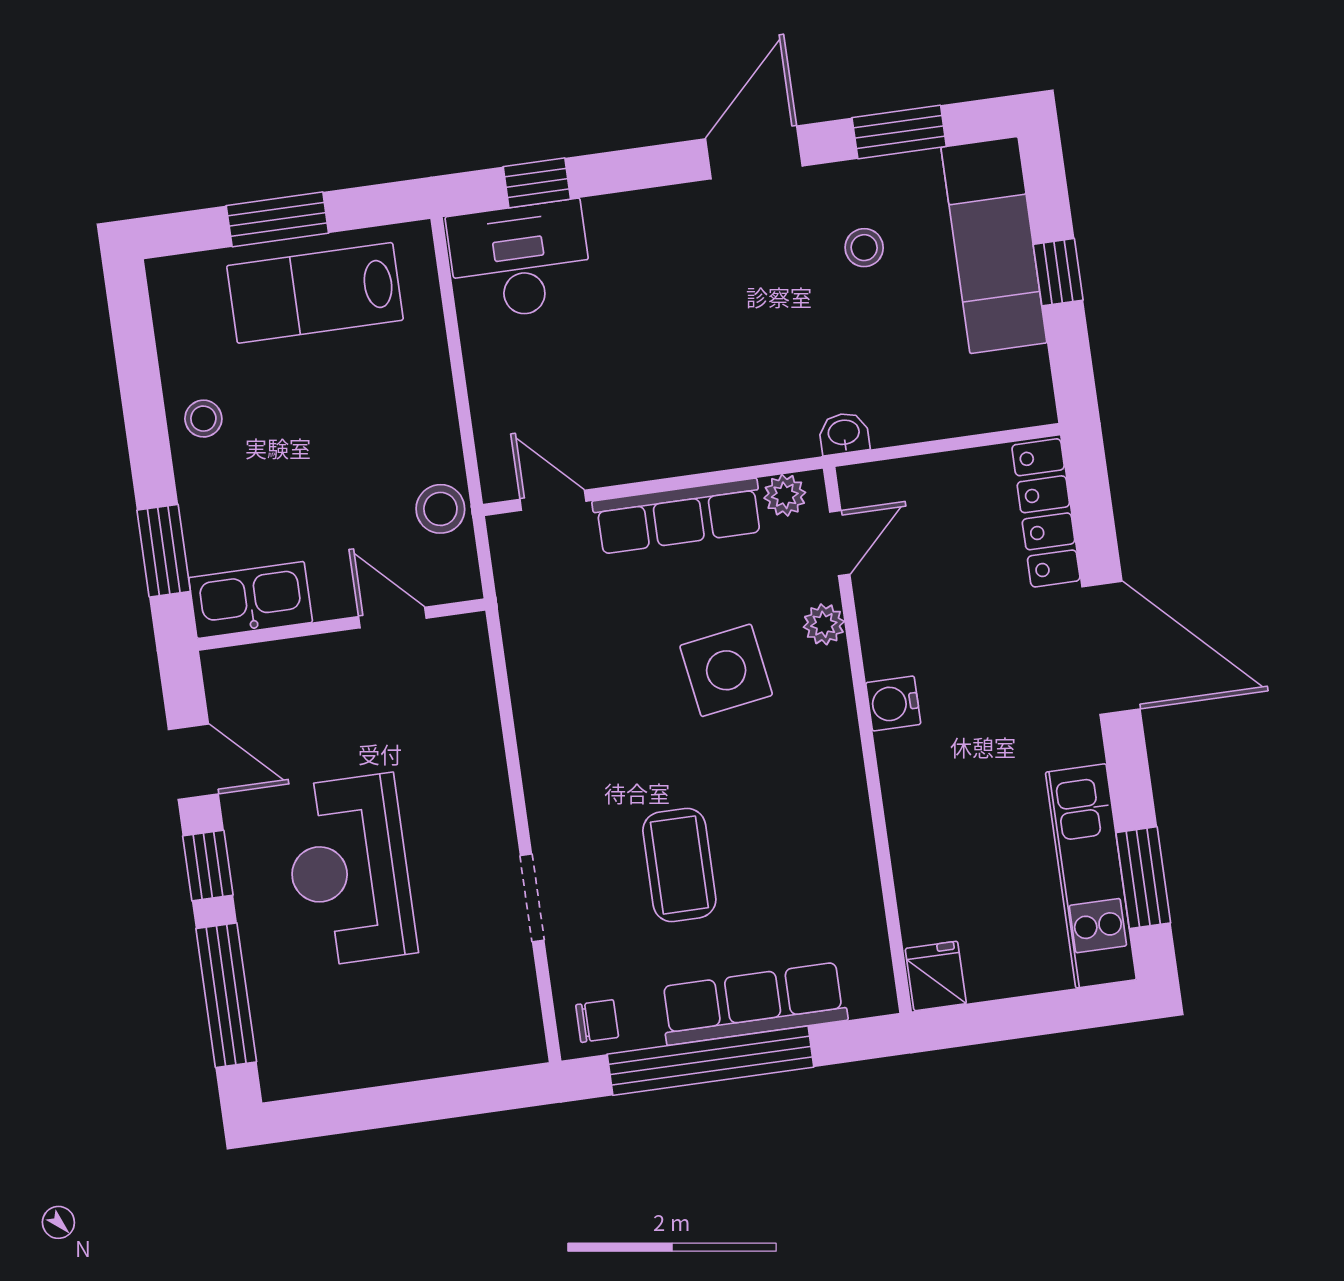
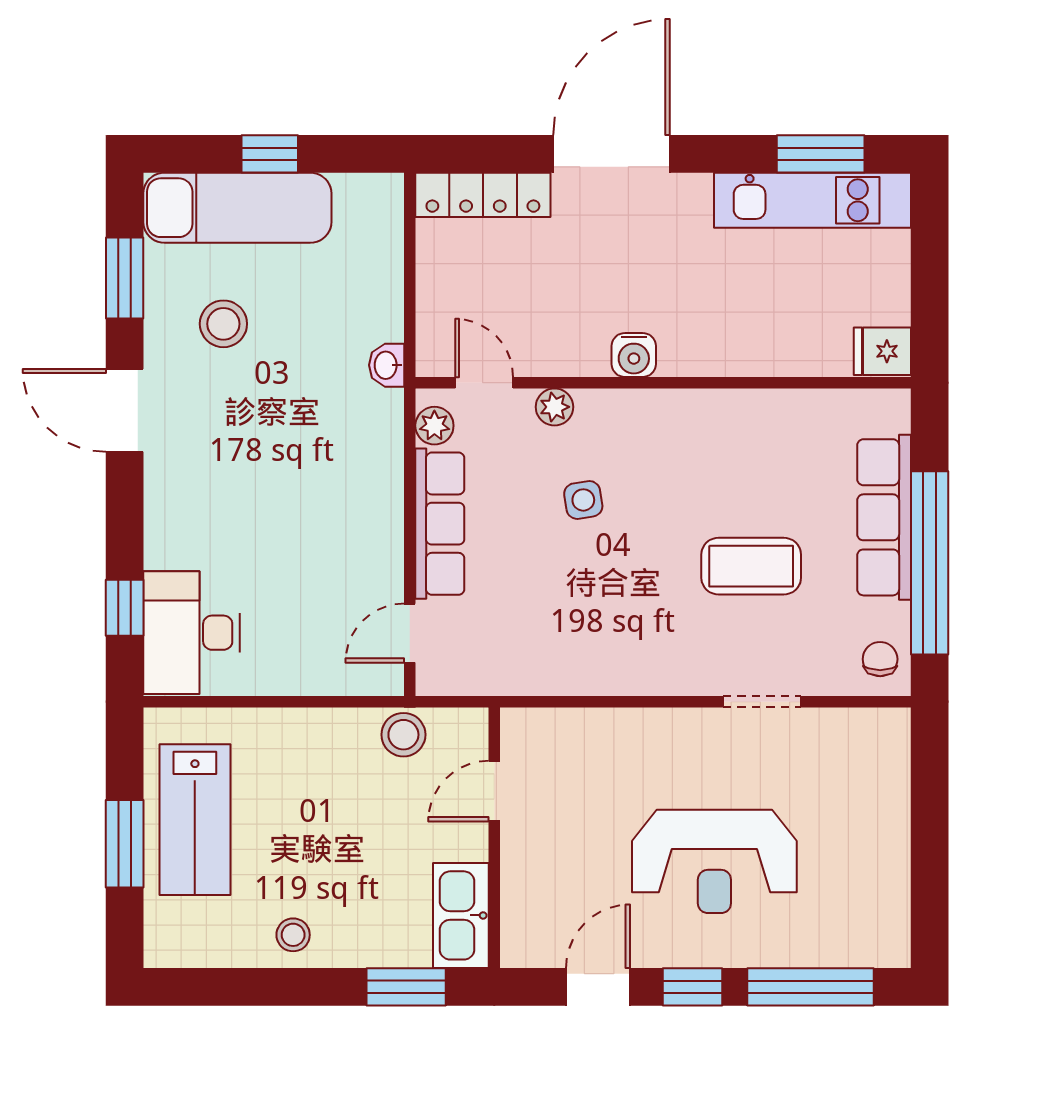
stool: (864, 248) -> (223, 324), width x1.37, depth x1.37
side table: (726, 670) -> (583, 500), width x0.54, depth x0.54

